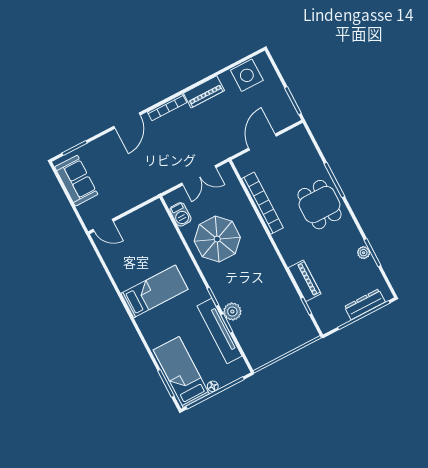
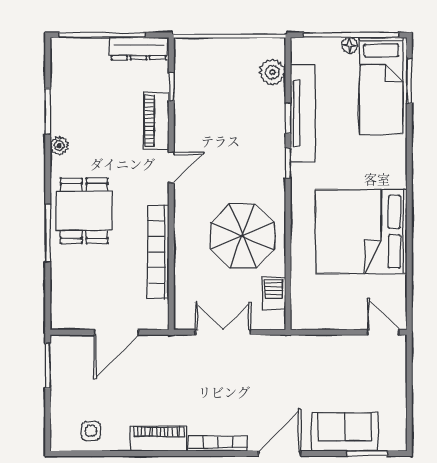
side table: (247, 75) -> (91, 431), width x0.54, depth x0.54
sofa: (76, 181) -> (345, 432), moved, turned 90
plant: (364, 253) -> (59, 146), moved
door: (281, 258) -> (171, 168), added
bed: (154, 291) -> (361, 232), width x2.04
dresser: (365, 304) -> (138, 49), moved
plant: (232, 312) -> (272, 72), moved

